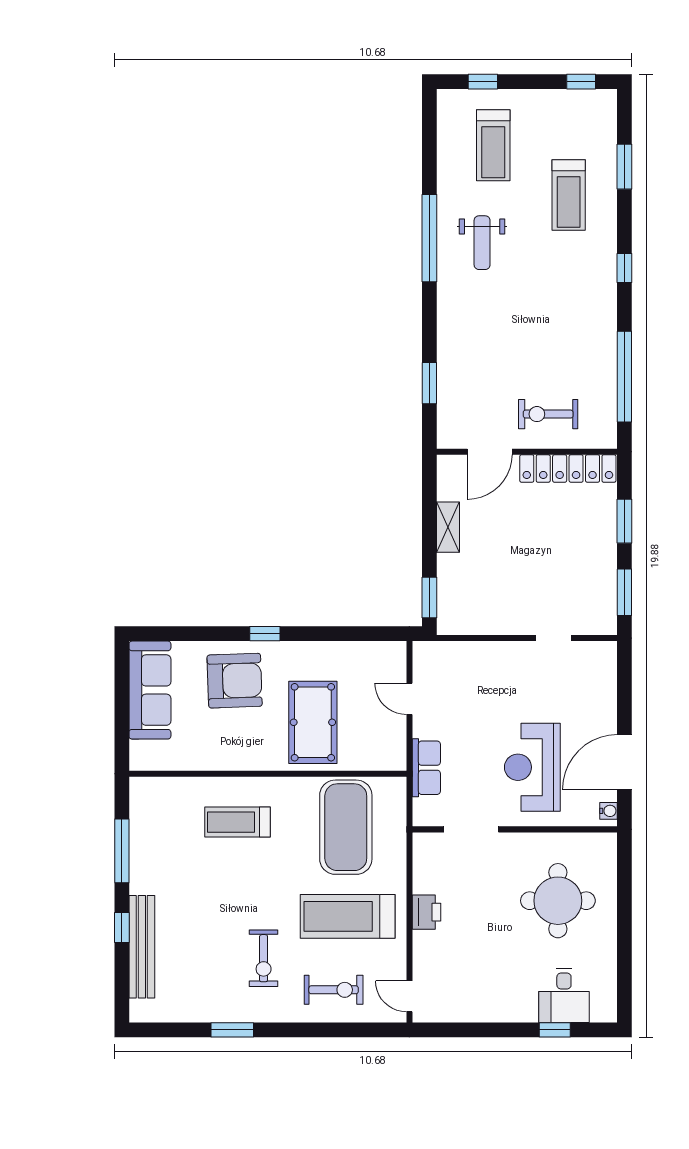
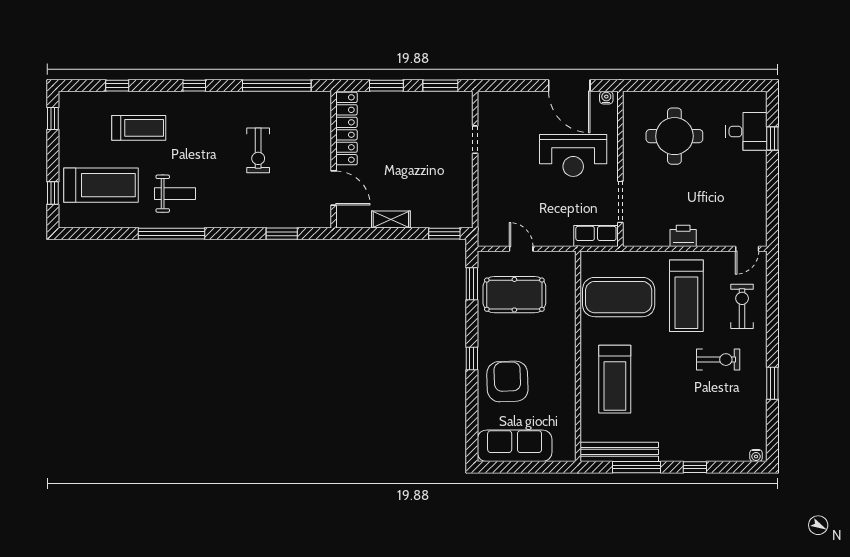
treadmill: (493, 145) -> (101, 185), width x1.37, depth x1.38
window: (624, 167) -> (117, 86), width x0.67
exercise bike: (548, 414) -> (258, 150), moved
window: (363, 634) -> (472, 284), added
door: (409, 699) -> (521, 249), swing flipped
pool table: (313, 722) -> (514, 295), moved
row of seats: (426, 768) -> (596, 236), moved
treadmill: (238, 822) -> (615, 379), width x1.37, depth x1.38
bench: (142, 947) -> (619, 452), moved
water cooler: (137, 1008) -> (756, 455), added

